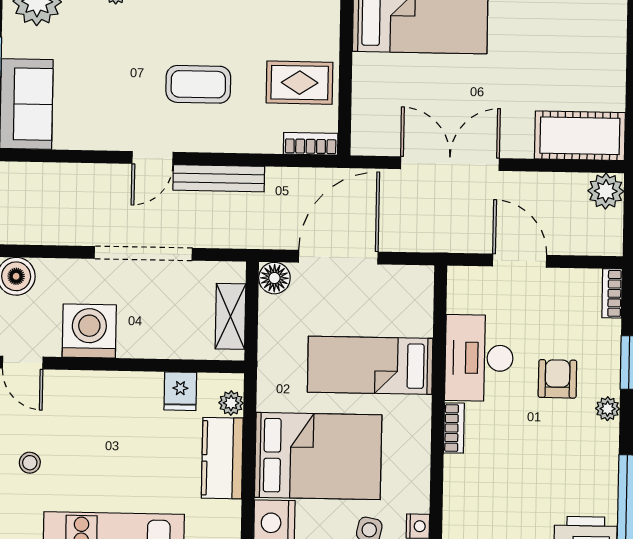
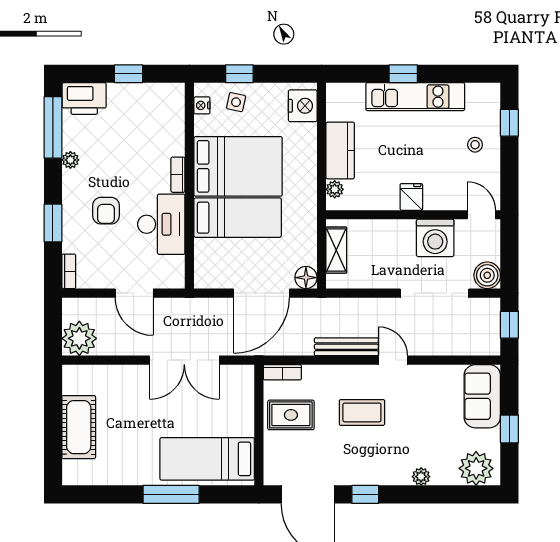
cot: (580, 136) -> (79, 427), moved, turned 90
door: (153, 158) -> (393, 360), hinge flipped
plant: (606, 191) -> (79, 338), width x1.36, depth x1.36
doorway: (143, 253) -> (435, 293), moved
fridge: (180, 391) -> (411, 197), moved
plant: (608, 409) -> (70, 160), moved
bed: (318, 456) -> (238, 166), moved, turned 180

